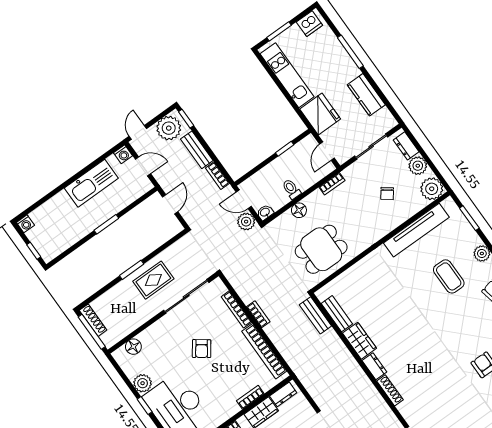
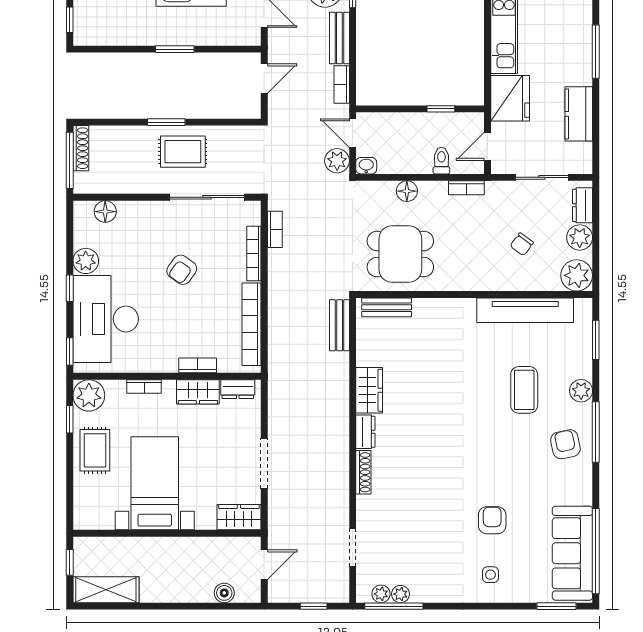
toilet: (291, 189) -> (441, 161), moved
bookcase: (258, 314) -> (275, 229), moved
bench: (337, 314) -> (387, 307), moved, turned 90

